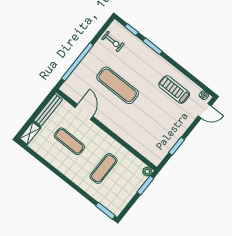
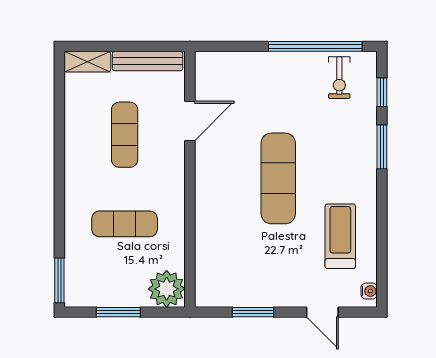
window: (77, 62) -> (315, 46), moved
exercise mat: (118, 85) -> (278, 178), moved
door: (205, 111) -> (322, 312), moved
plant: (147, 171) -> (167, 289), width x1.88, depth x1.88
window: (145, 185) -> (118, 312), moved

